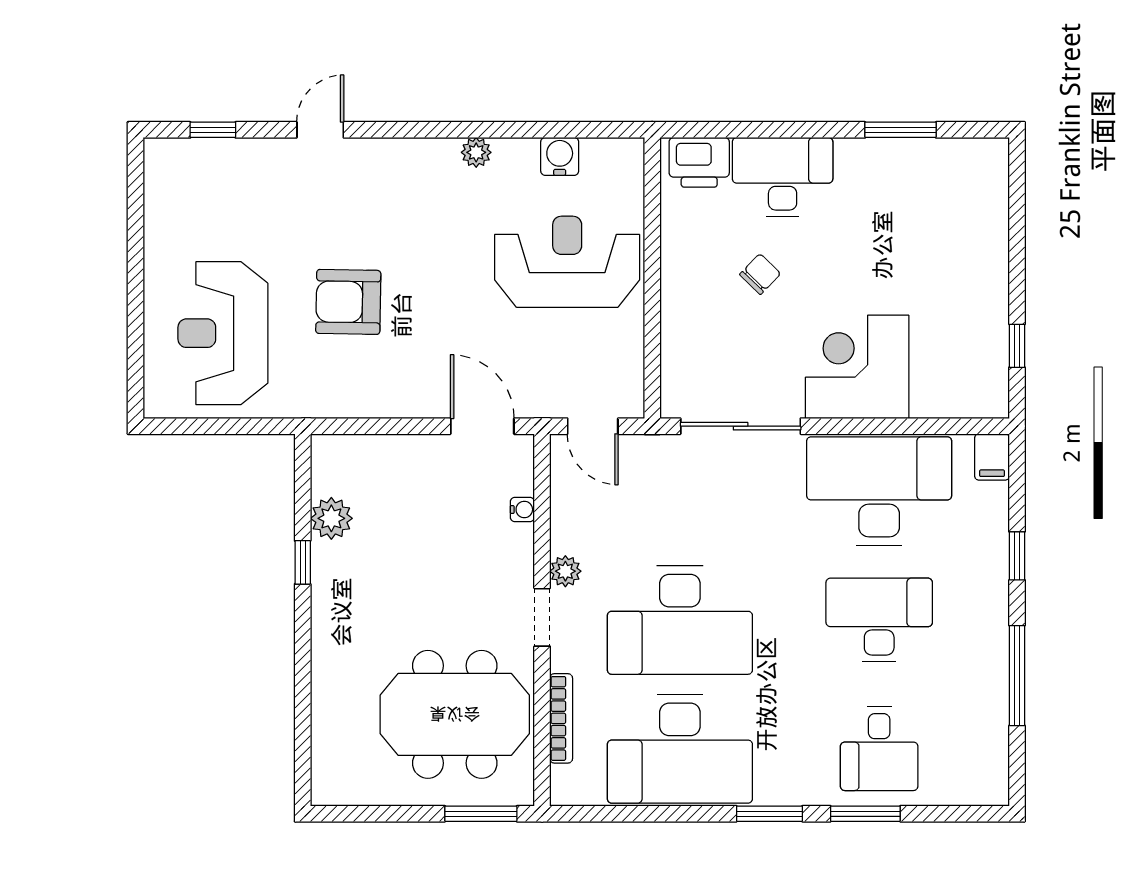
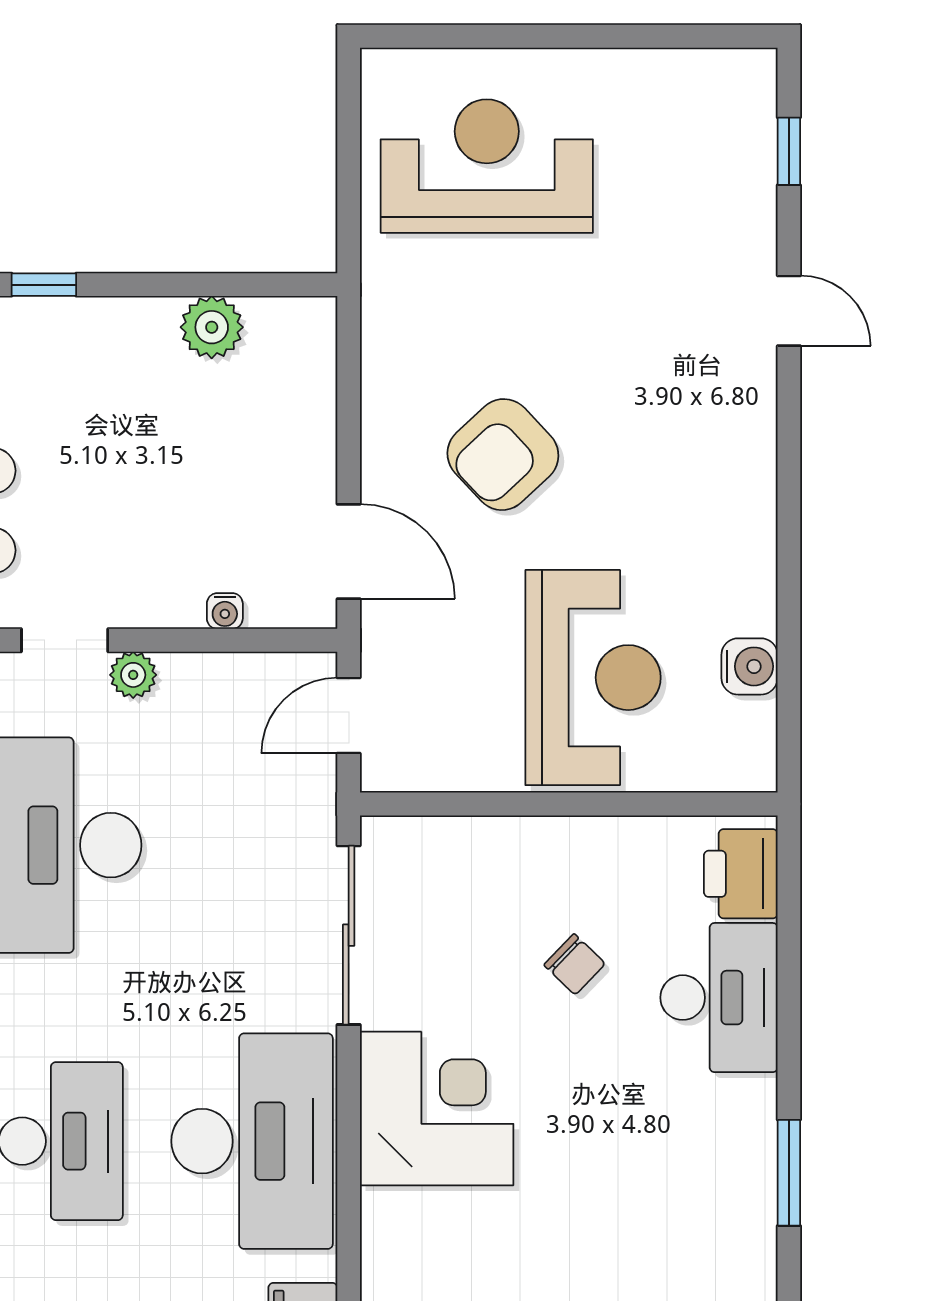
plant: (476, 152) -> (755, 542), removed
armchair: (348, 302) -> (503, 455), moved, turned -134
door: (482, 426) -> (349, 551), hinge flipped
window: (303, 562) -> (44, 285), moved

